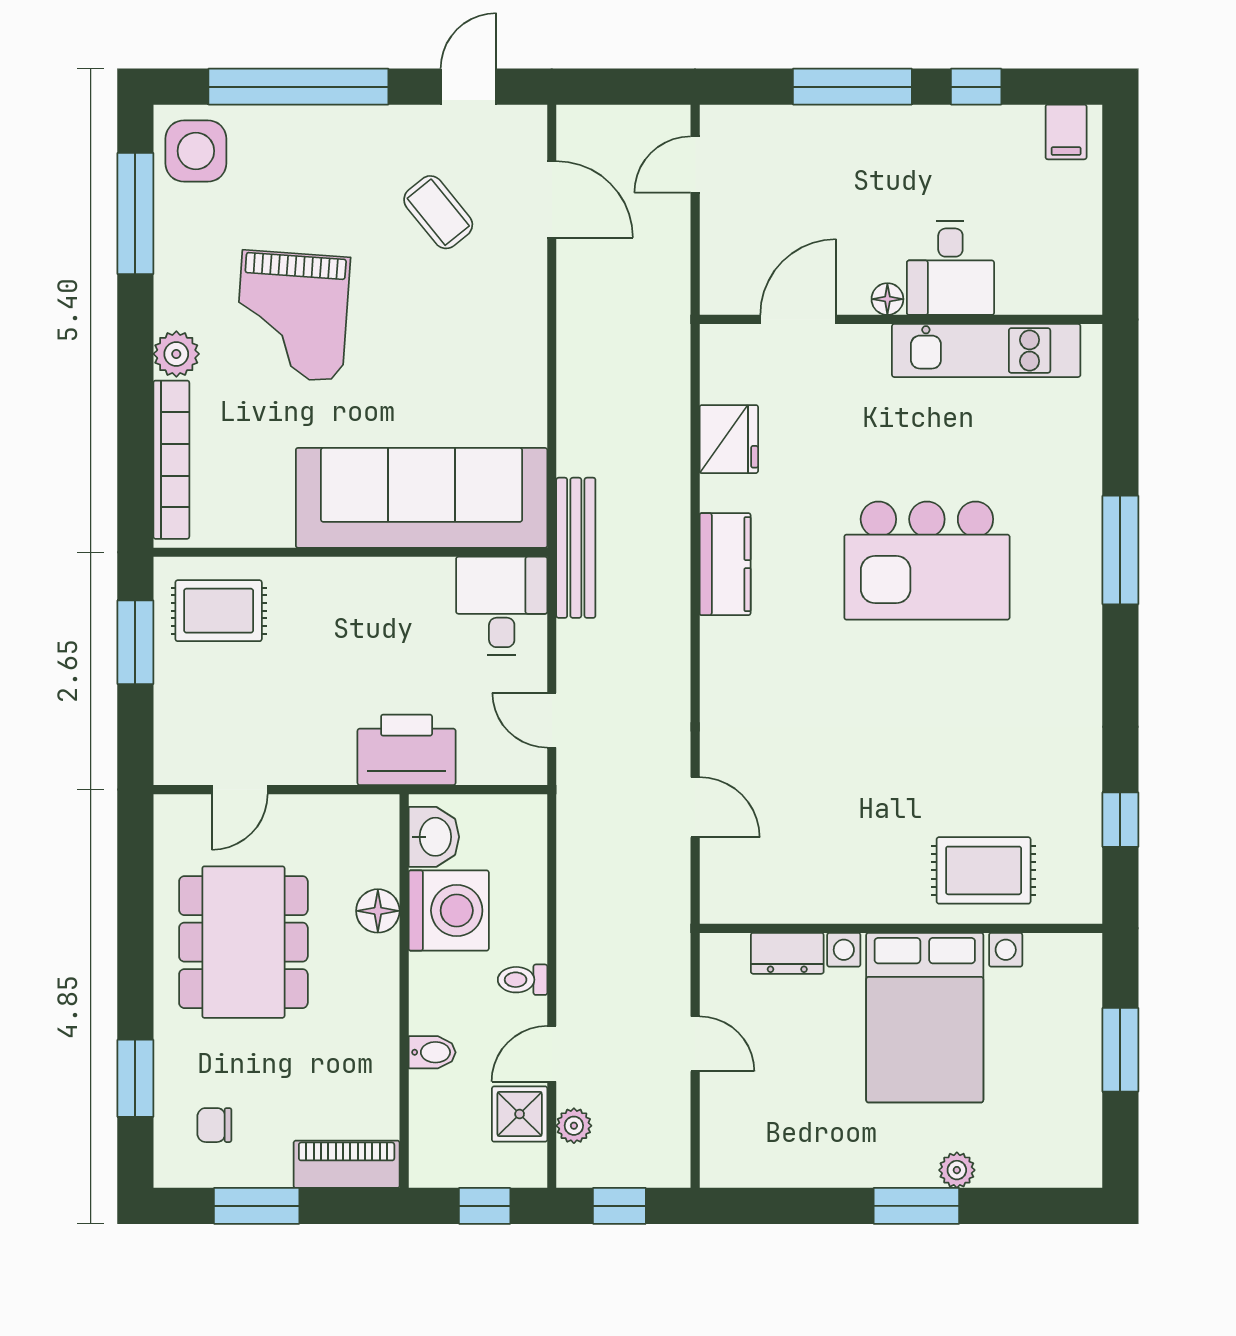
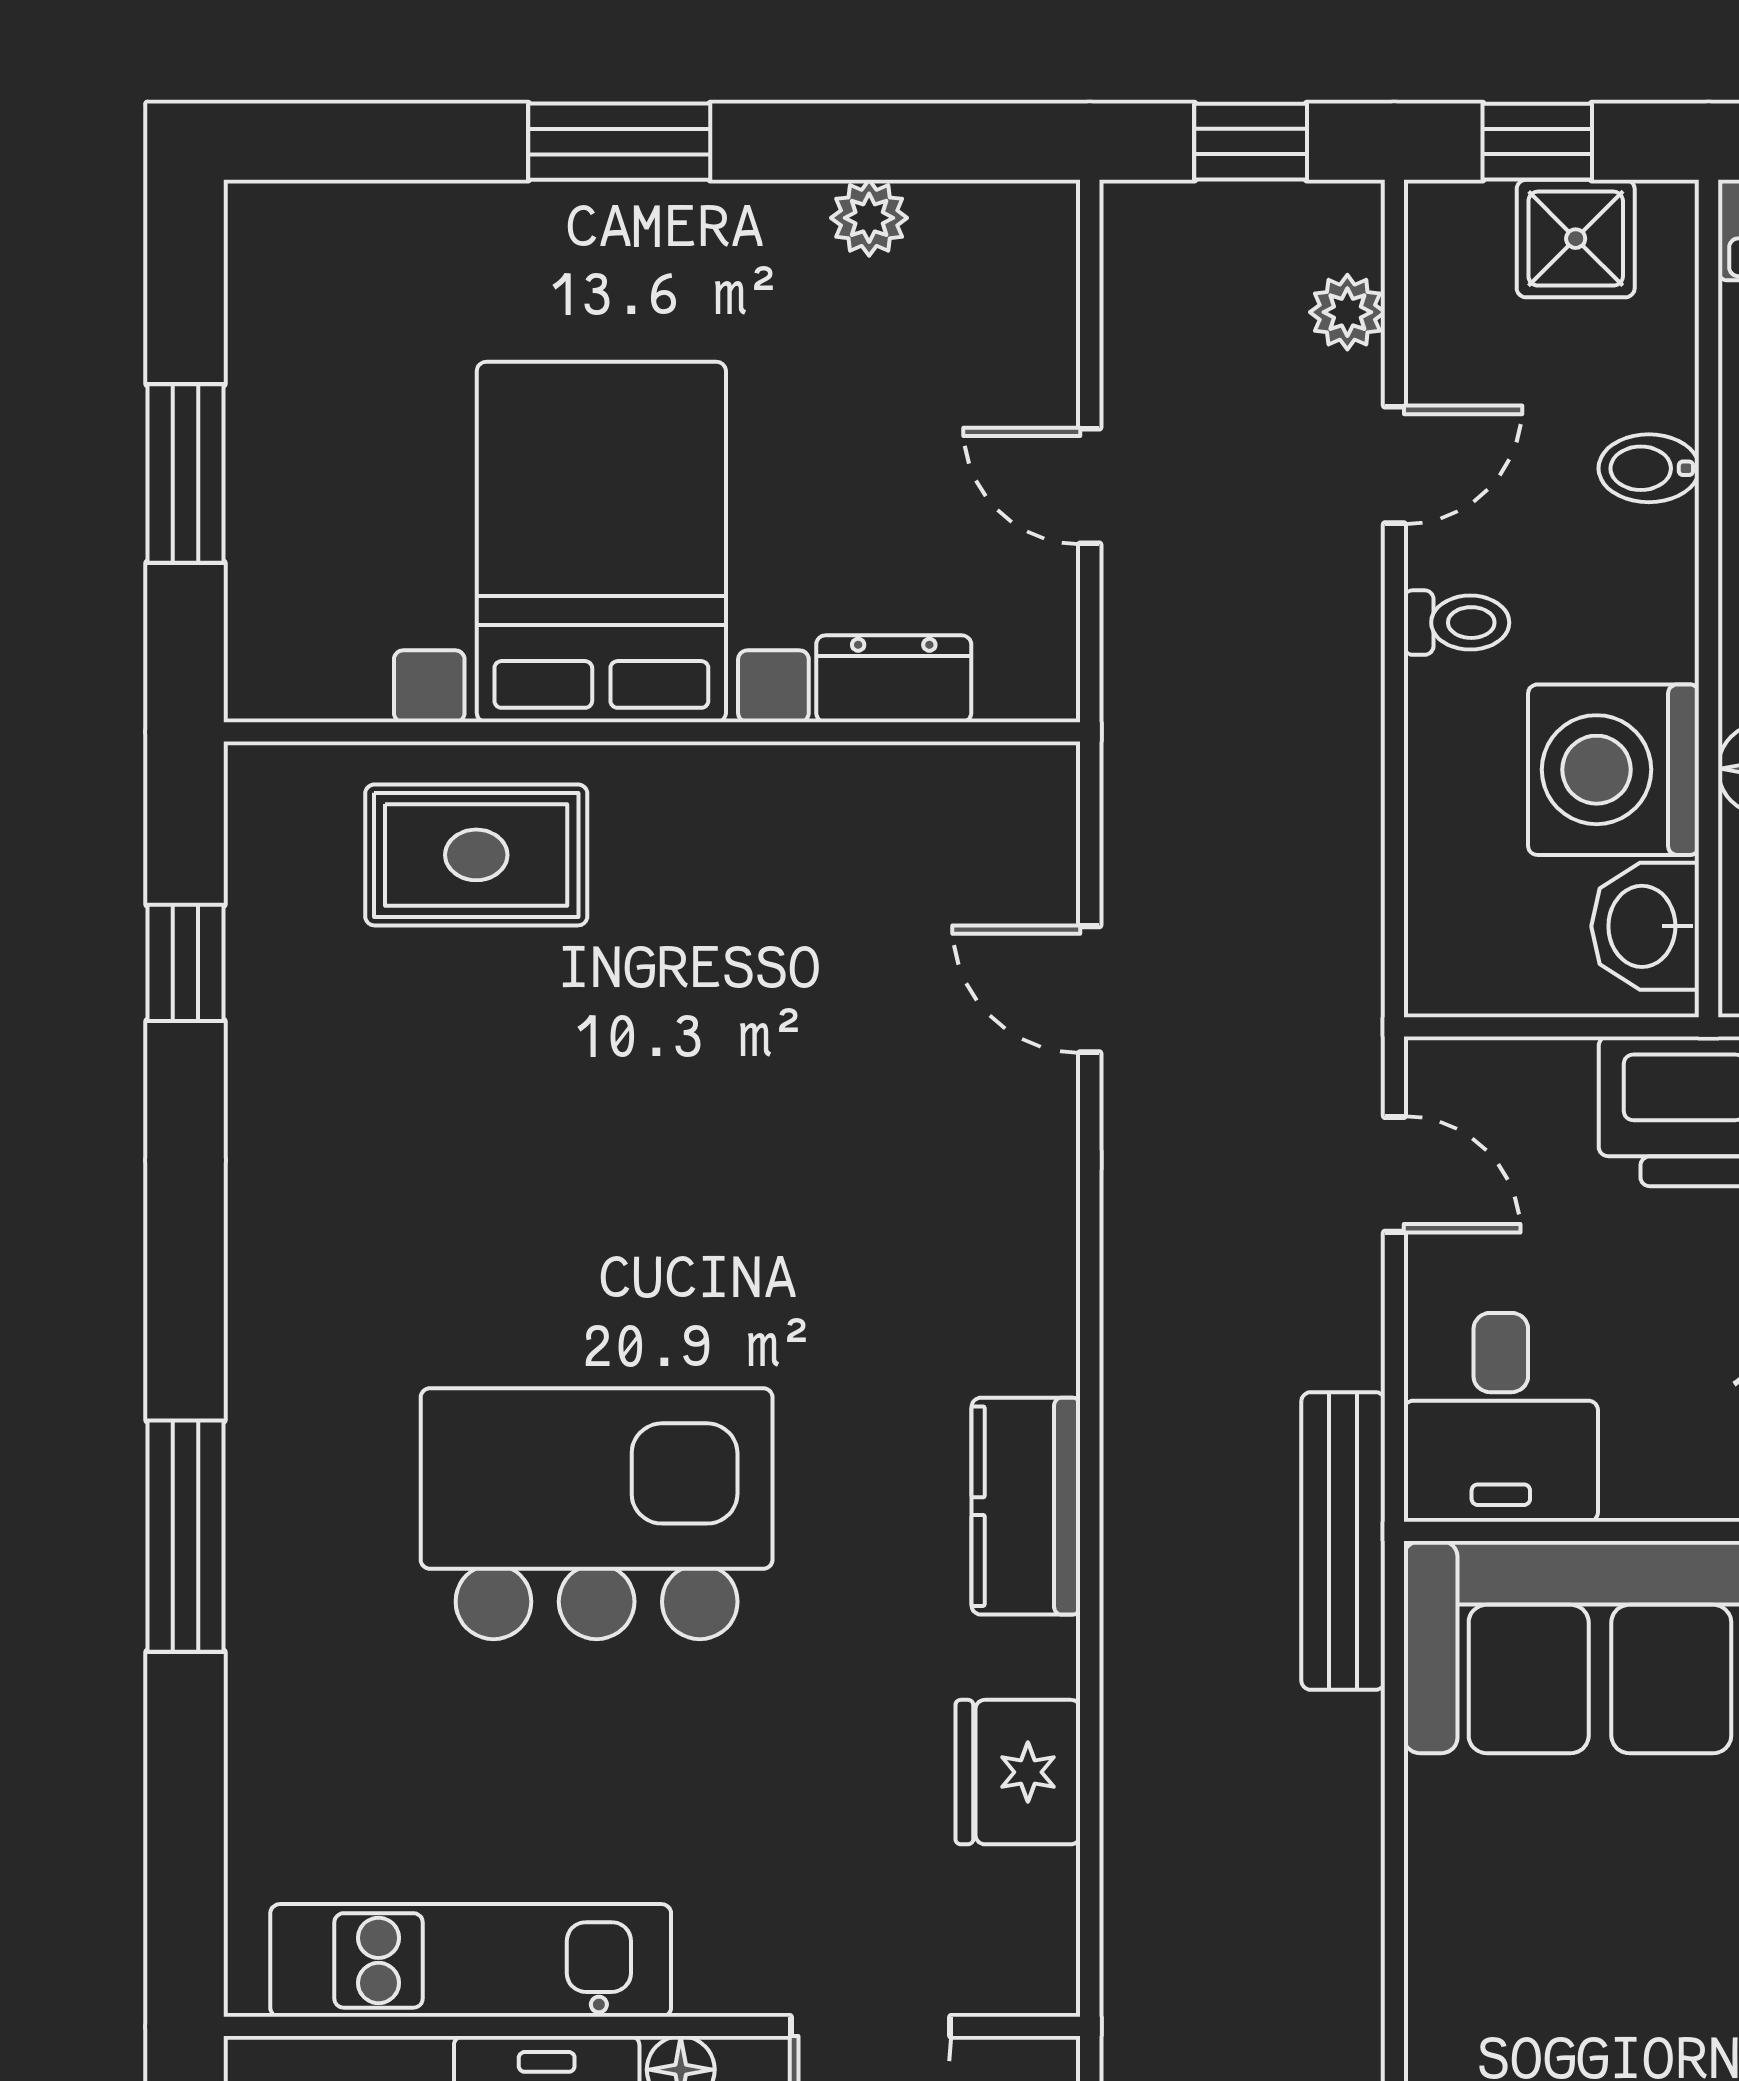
shower: (520, 1114) -> (1576, 239), moved
plant: (957, 1170) -> (869, 218), moved

